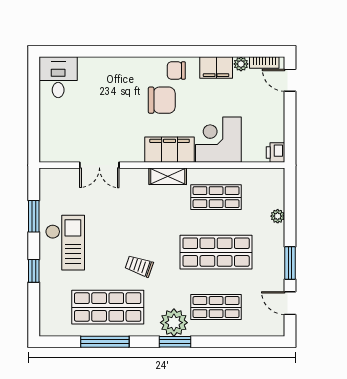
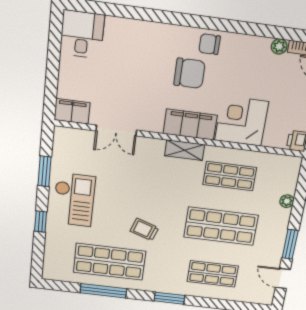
filing cabinet: (216, 68) -> (72, 111), moved, turned 180
plant: (174, 323) -> (171, 282), removed

